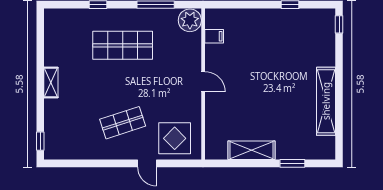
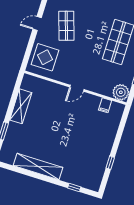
window: (339, 24) -> (74, 187), moved
door: (147, 163) -> (37, 23), moved

